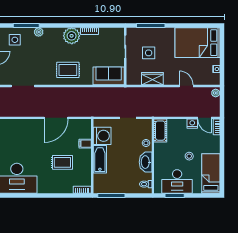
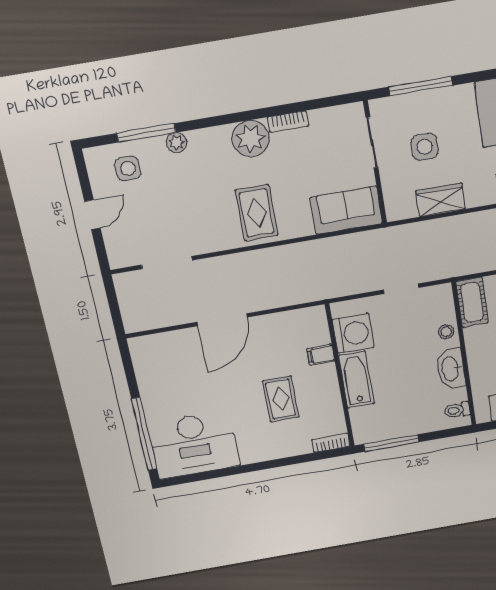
rug: (68, 70) -> (257, 213), turned 90
door: (56, 118) -> (222, 320), moved
rug: (62, 162) -> (281, 399), turned 90

